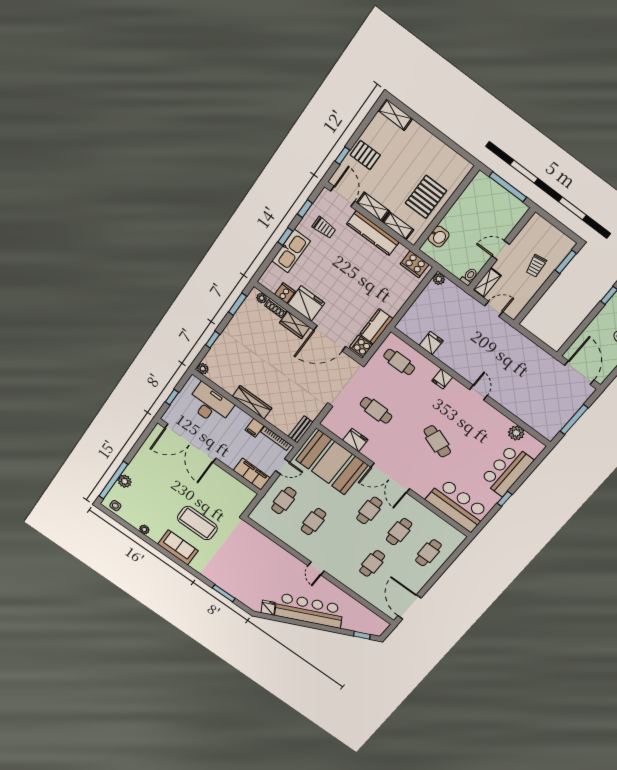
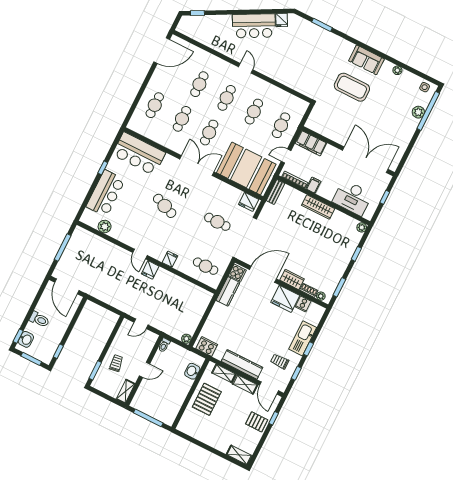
shelving: (487, 283) -> (126, 391), moved
fridge: (431, 343) -> (150, 270), moved
fridge: (355, 440) -> (249, 202), moved
cafe table: (343, 543) -> (227, 98), added
door: (410, 607) -> (162, 51), hinge flipped
bar counter: (309, 610) -> (254, 26), width x0.73

